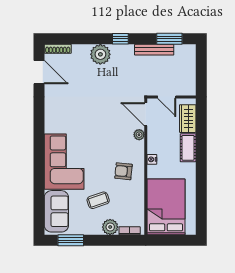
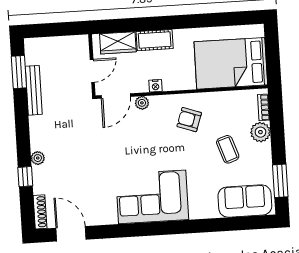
window: (120, 39) -> (25, 177), moved
plant: (100, 54) -> (38, 158), width x0.53, depth x0.53
door: (39, 72) -> (71, 234), hinge flipped
nightstand: (152, 159) -> (156, 86), moved
corner sofa: (64, 162) -> (152, 197), moved
armchair: (123, 171) -> (189, 120), turned 103

